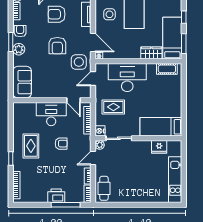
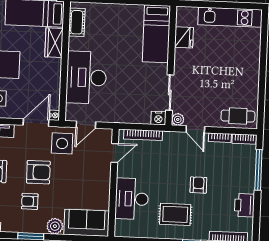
armchair: (20, 31) -> (30, 201), moved
plant: (19, 49) -> (55, 226), moved
door: (93, 79) -> (86, 125), hinge flipped
rug: (113, 107) -> (126, 98), removed
desk: (51, 114) -> (132, 199), moved
armchair: (61, 144) -> (198, 185), moved
printer: (56, 196) -> (244, 205), moved

